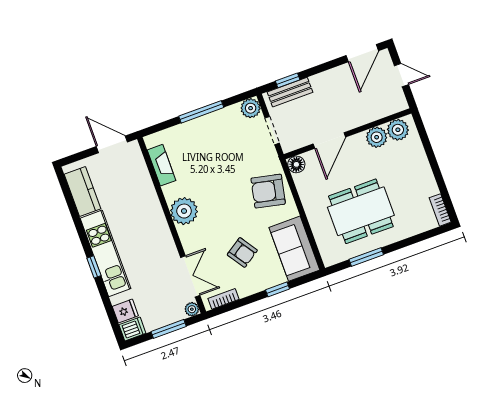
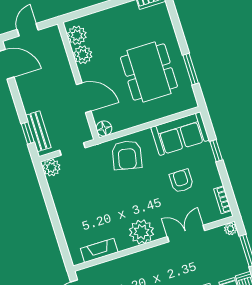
window: (201, 112) -> (53, 212), removed
armchair: (242, 252) -> (181, 181), turned -56
double door: (190, 276) -> (186, 234), moved

